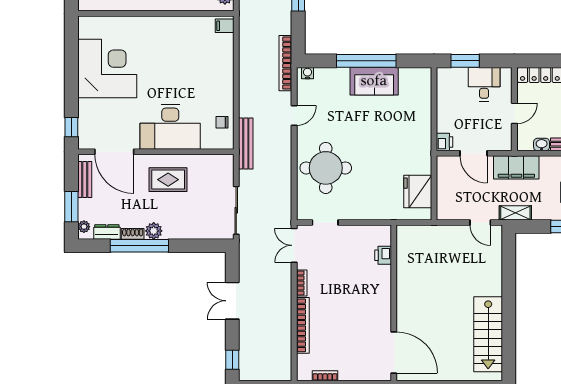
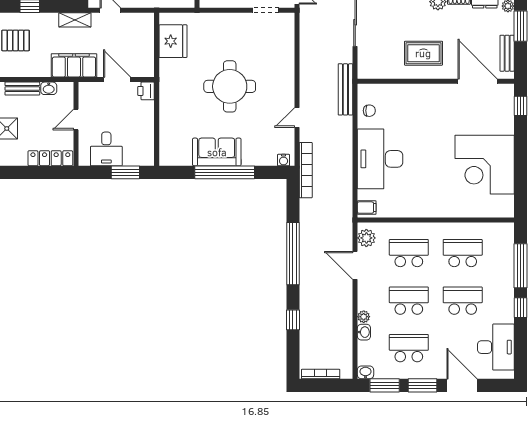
desk: (170, 127) -> (380, 159), moved, turned -90
round table: (326, 168) -> (230, 86), moved

